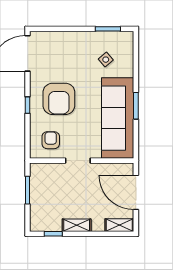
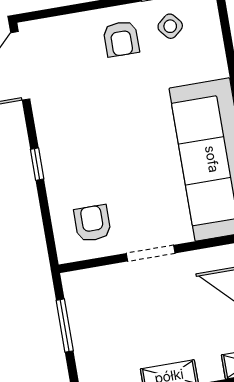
side table: (106, 60) -> (170, 26), moved
armchair: (59, 99) -> (121, 39), moved, width x0.53, depth x0.53

